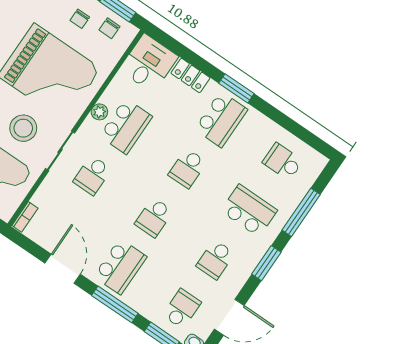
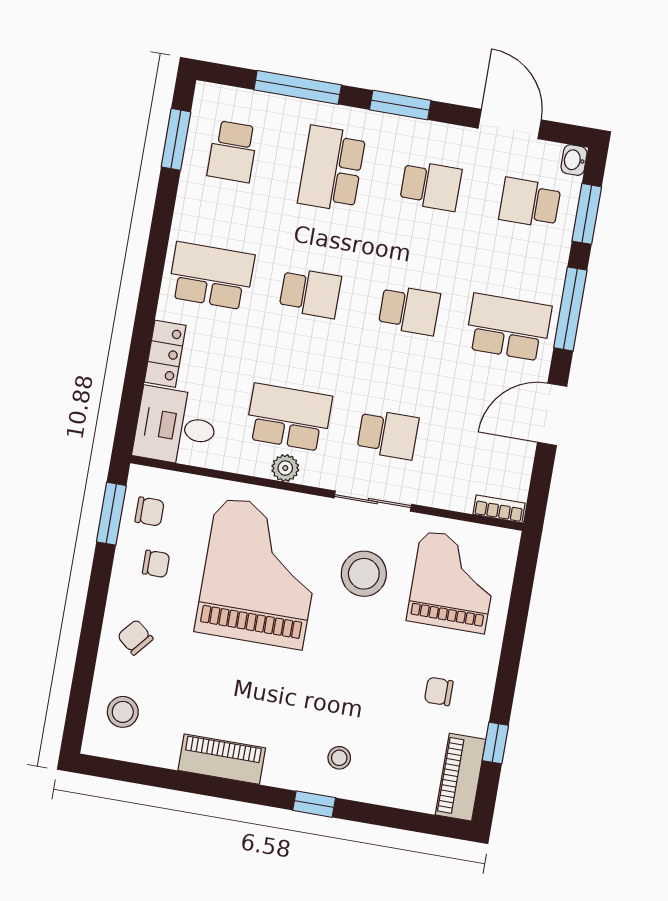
window: (236, 88) -> (176, 139), moved

